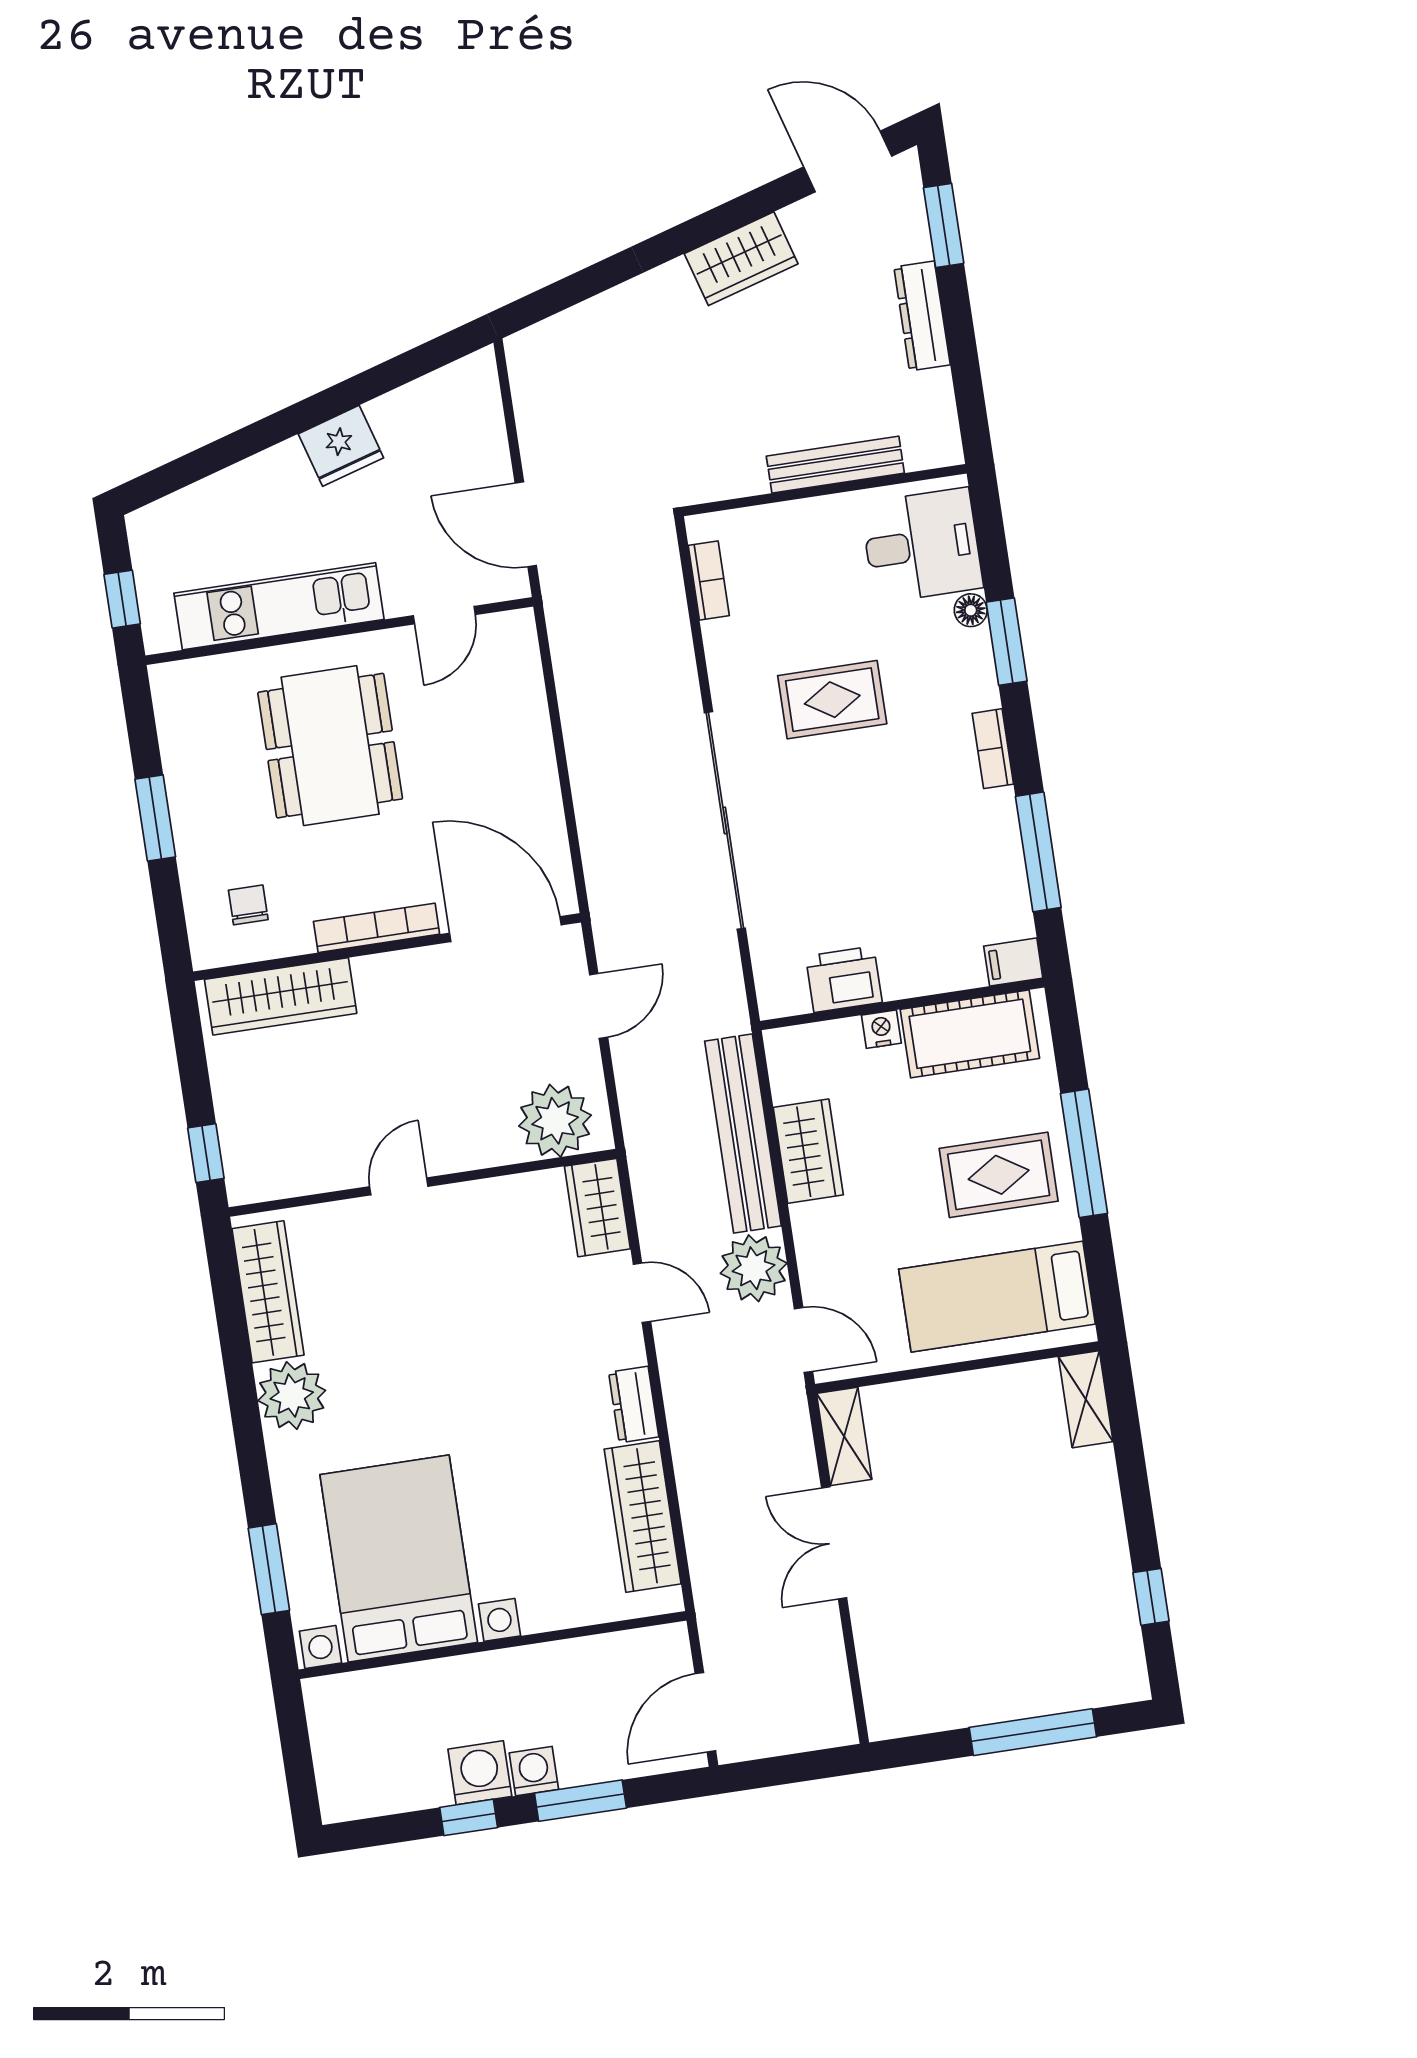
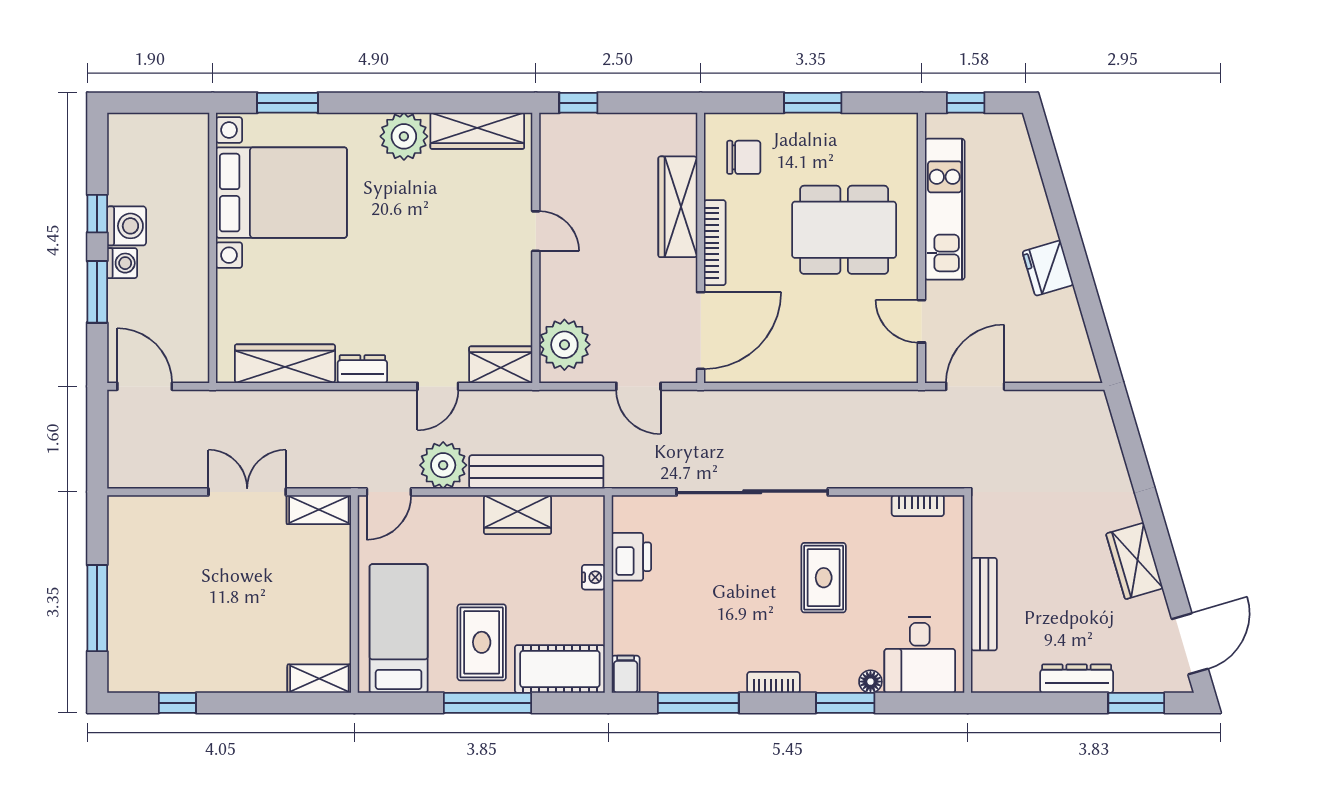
chair: (248, 905) -> (744, 157), width x1.37, depth x1.37
wardrobe: (281, 996) -> (678, 207), moved
cot: (970, 1034) -> (560, 669), moved, turned 90

